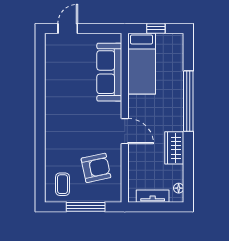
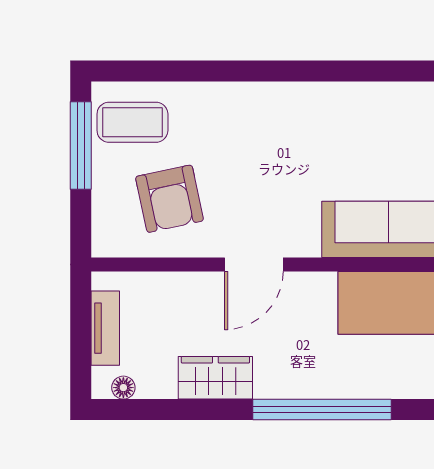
coffee table: (63, 184) -> (132, 122), width x1.36, depth x1.30
window: (86, 207) -> (81, 145), moved

